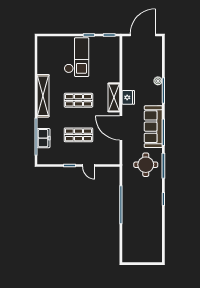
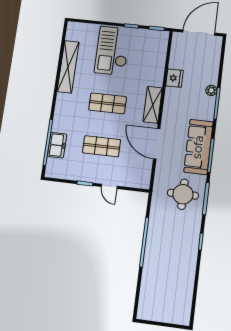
checkout: (77, 57) -> (112, 51), turned 180
shelving: (43, 96) -> (68, 67), moved
fridge: (128, 97) -> (174, 78), moved

